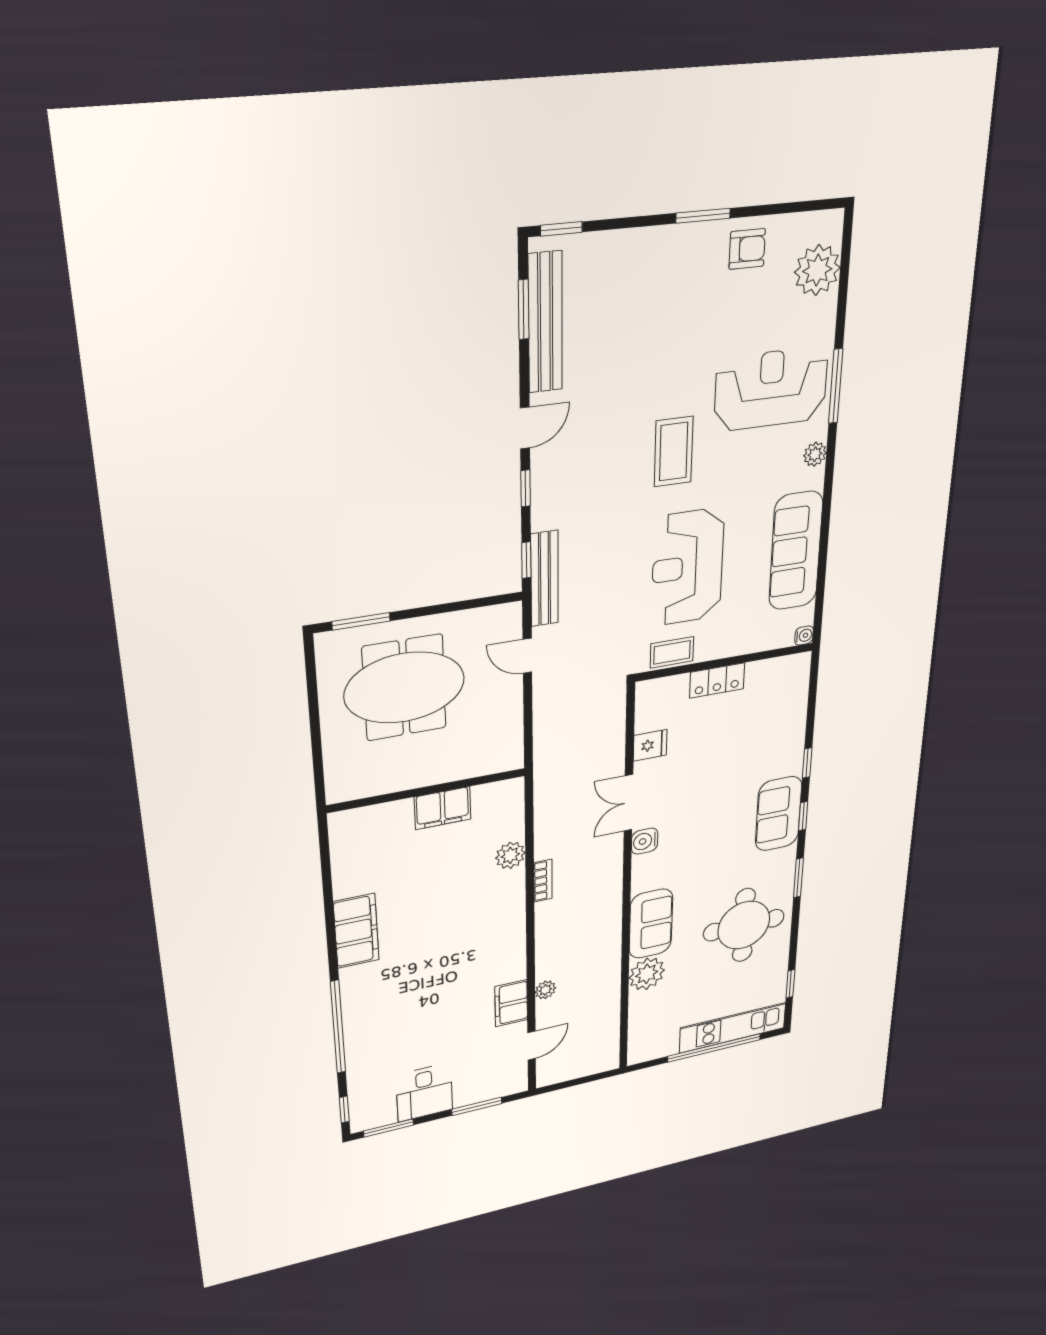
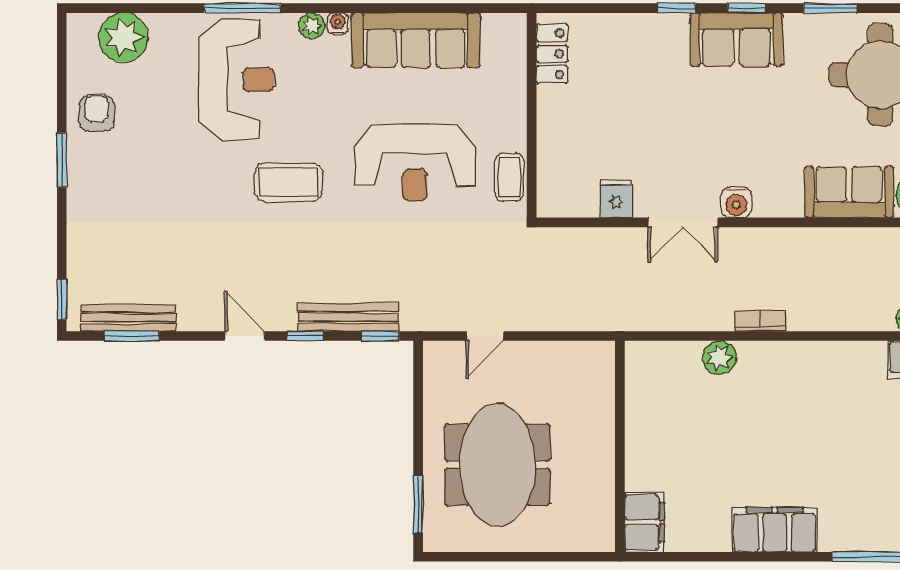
bench: (545, 323) -> (128, 318), width x0.73, depth x0.82
reception desk: (771, 389) -> (237, 80), turned 180
bench: (545, 579) -> (348, 317), moved
water cooler: (804, 635) -> (338, 23), moved
locker: (717, 681) -> (552, 54), moved
filing cabinet: (443, 808) -> (645, 522), moved

